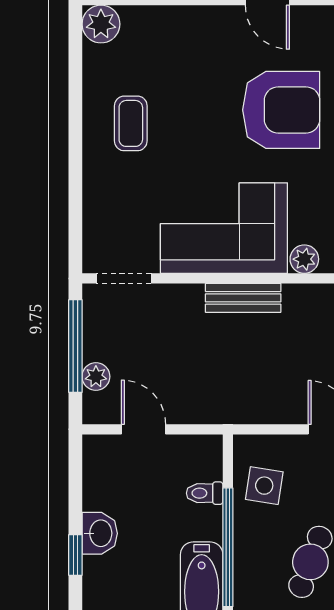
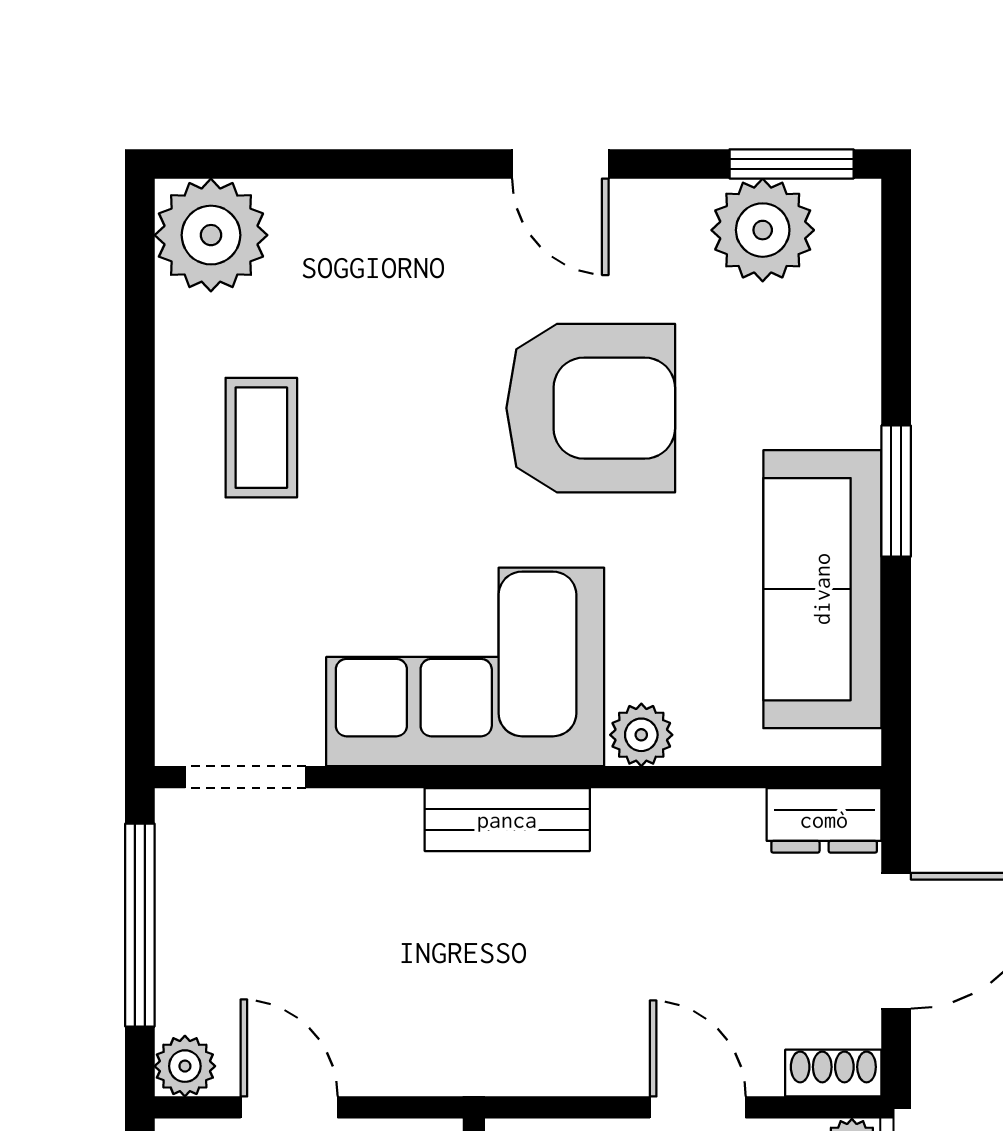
plant: (101, 24) -> (211, 235), width x1.36, depth x1.36
plant: (96, 377) -> (185, 1066), moved

